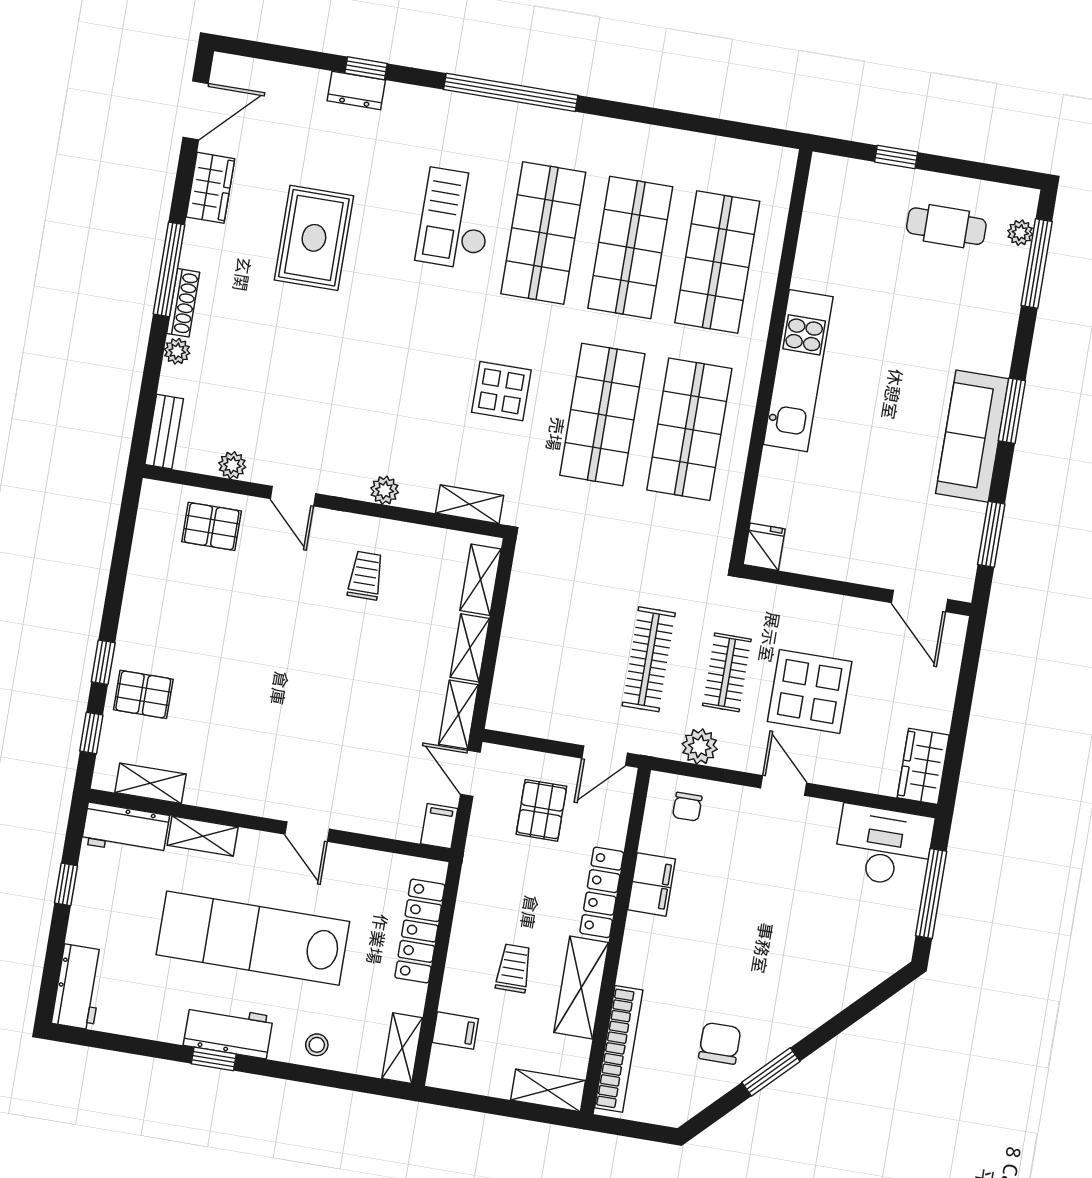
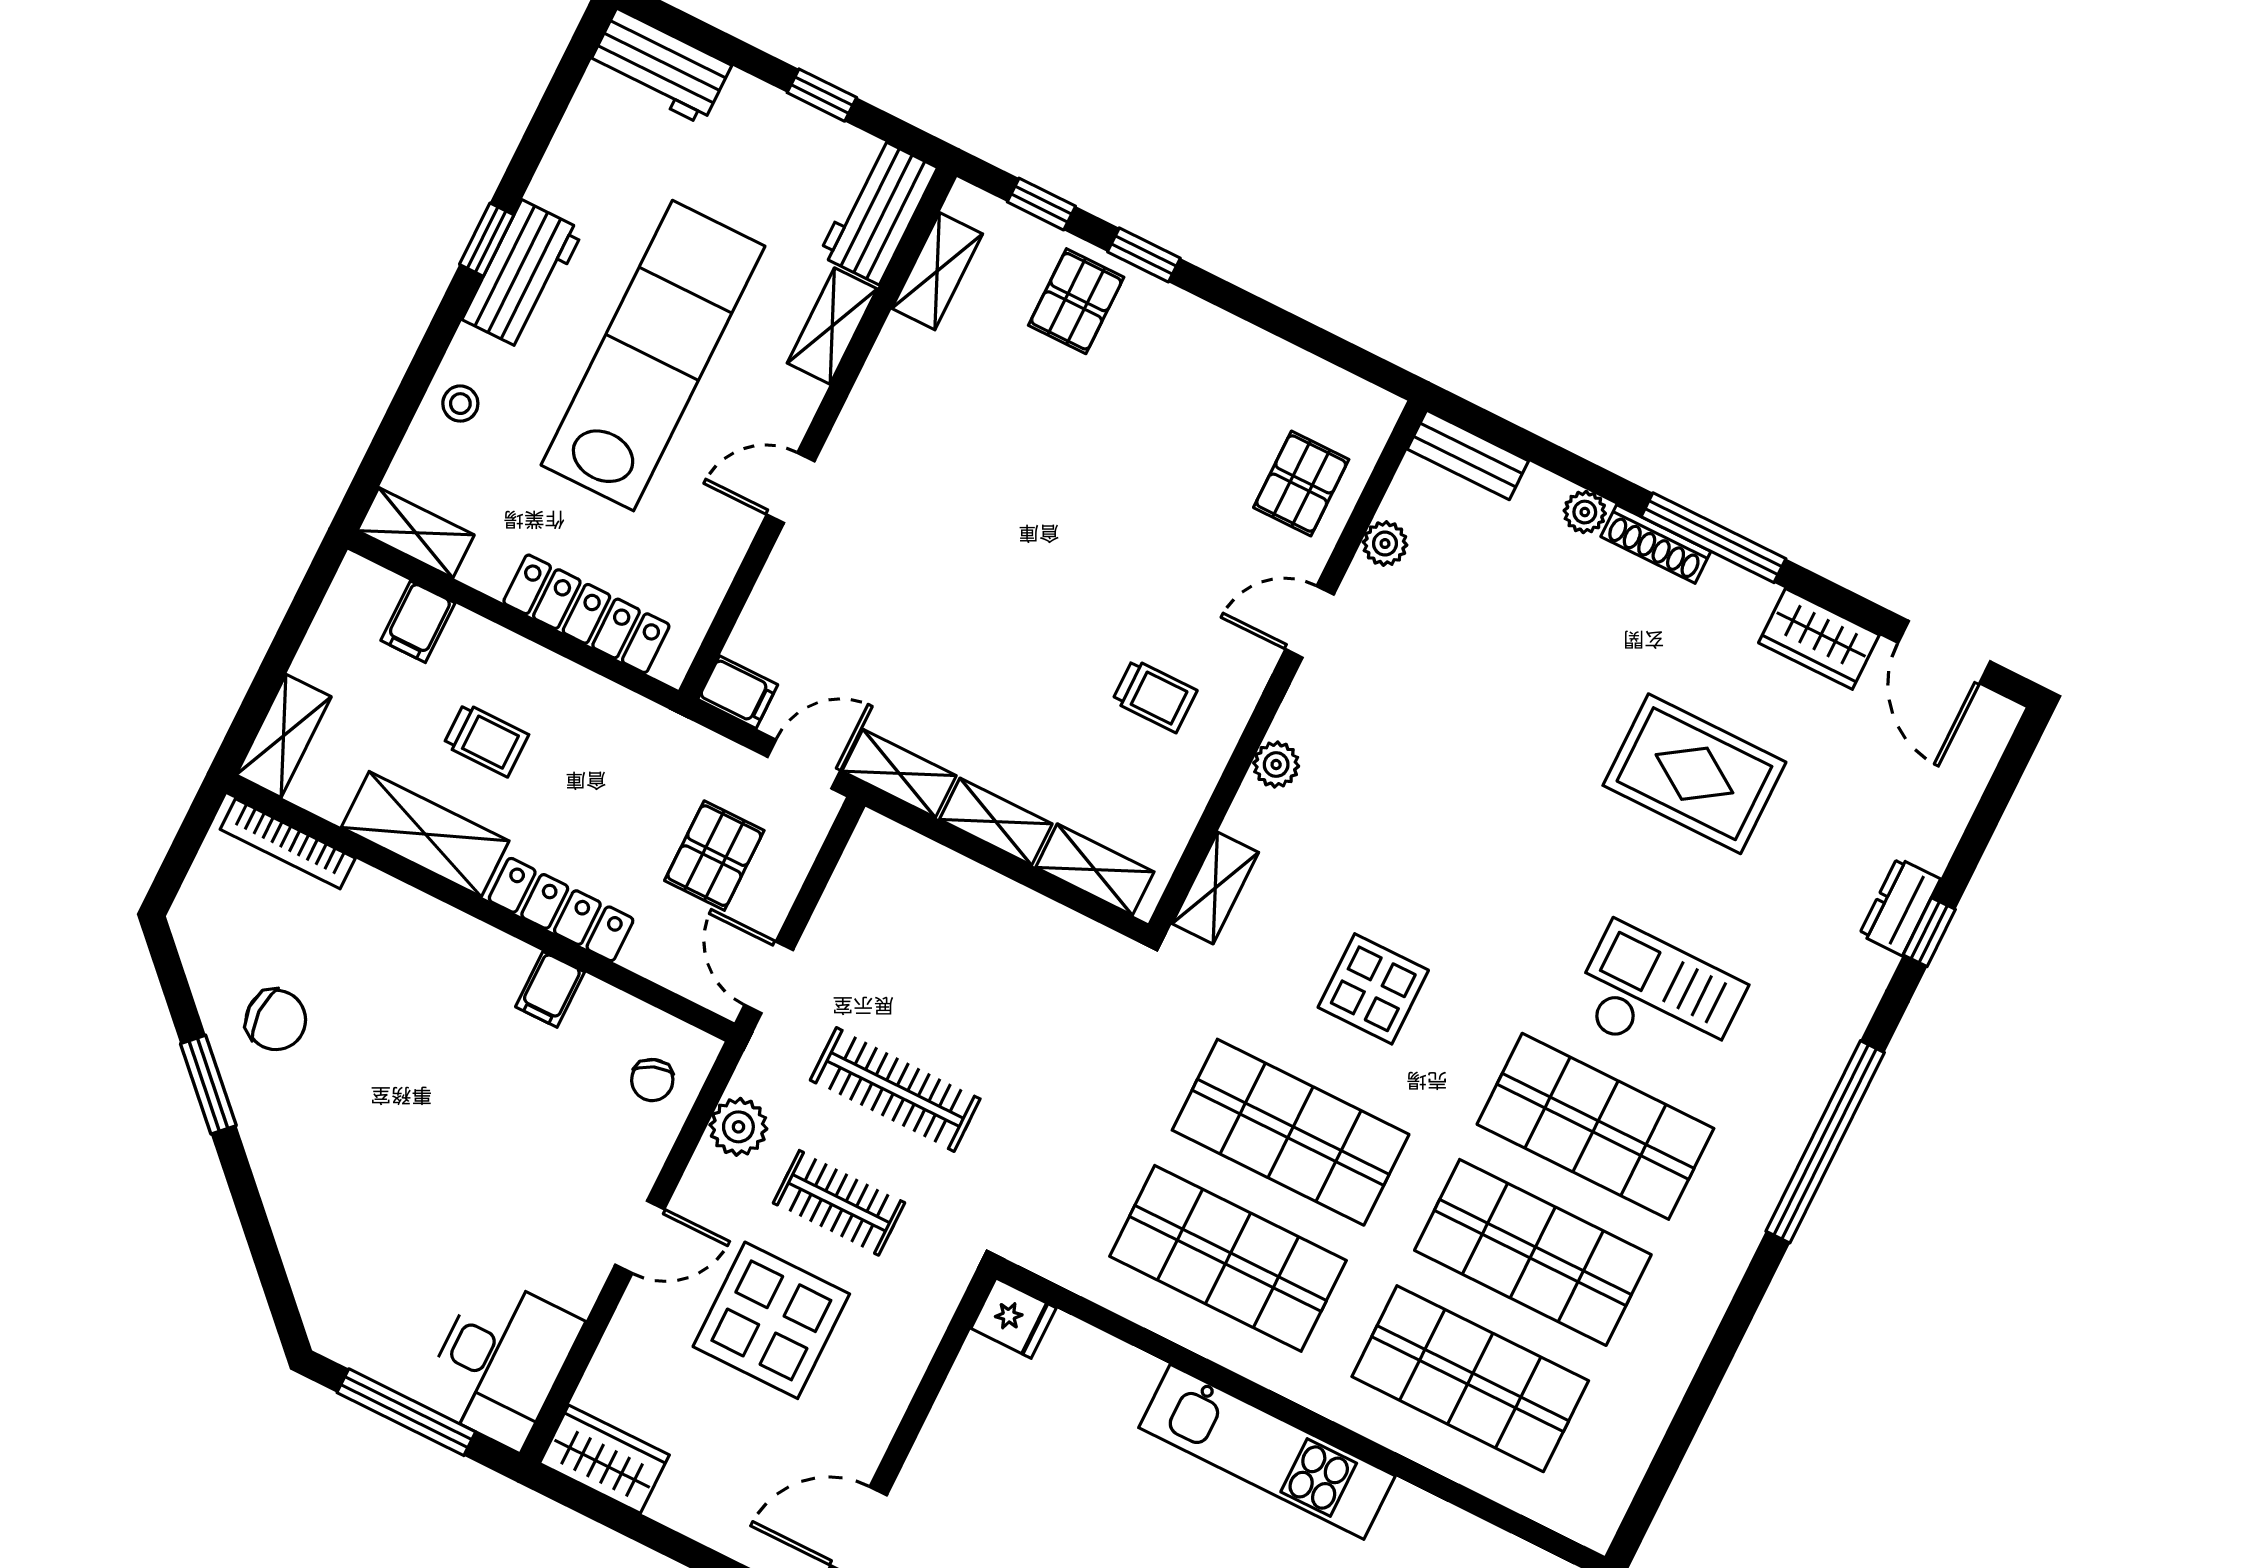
chair: (687, 807) -> (652, 1080), turned -110
pallet: (541, 810) -> (714, 856), turned 90
filing cabinet: (652, 884) -> (550, 989), width x0.50
bookcase: (619, 1049) -> (288, 844), width x0.68, depth x0.76

